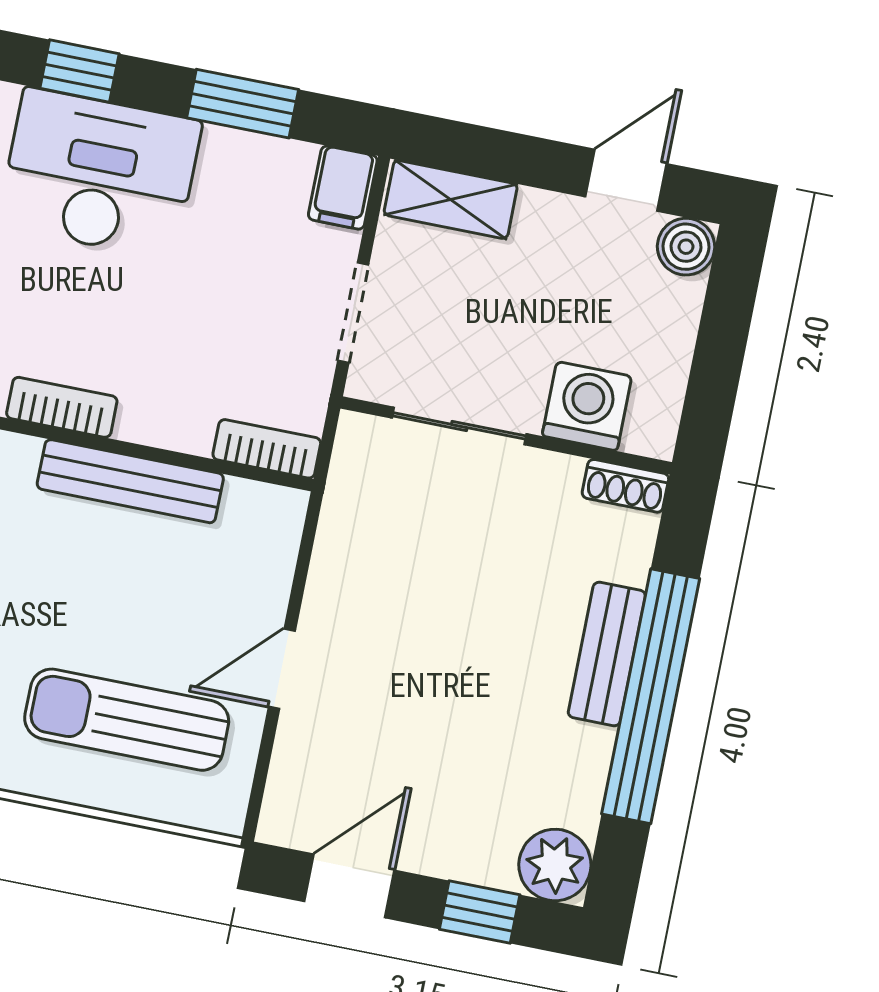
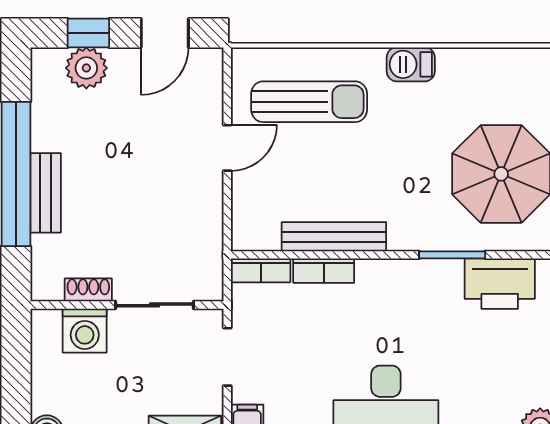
bookcase: (62, 407) -> (324, 271), moved
shoe rack: (625, 486) -> (88, 290), moved
plant: (555, 865) -> (86, 68), moved

